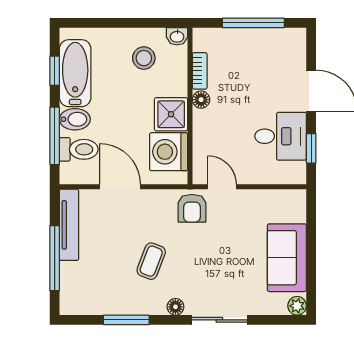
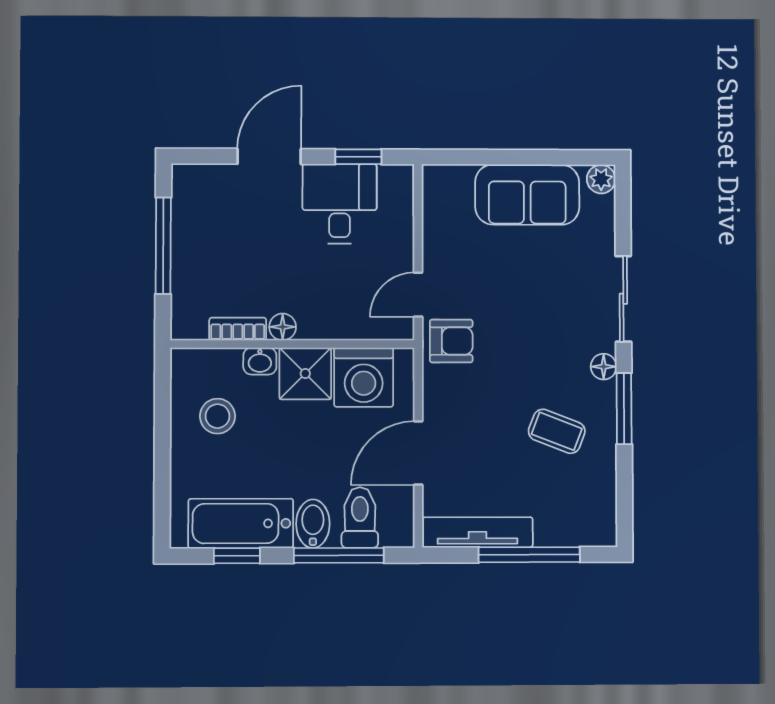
washbasin: (177, 36) -> (260, 361), moved, turned 90
coffee table: (151, 261) -> (557, 431), moved
window: (126, 320) -> (624, 409), moved

